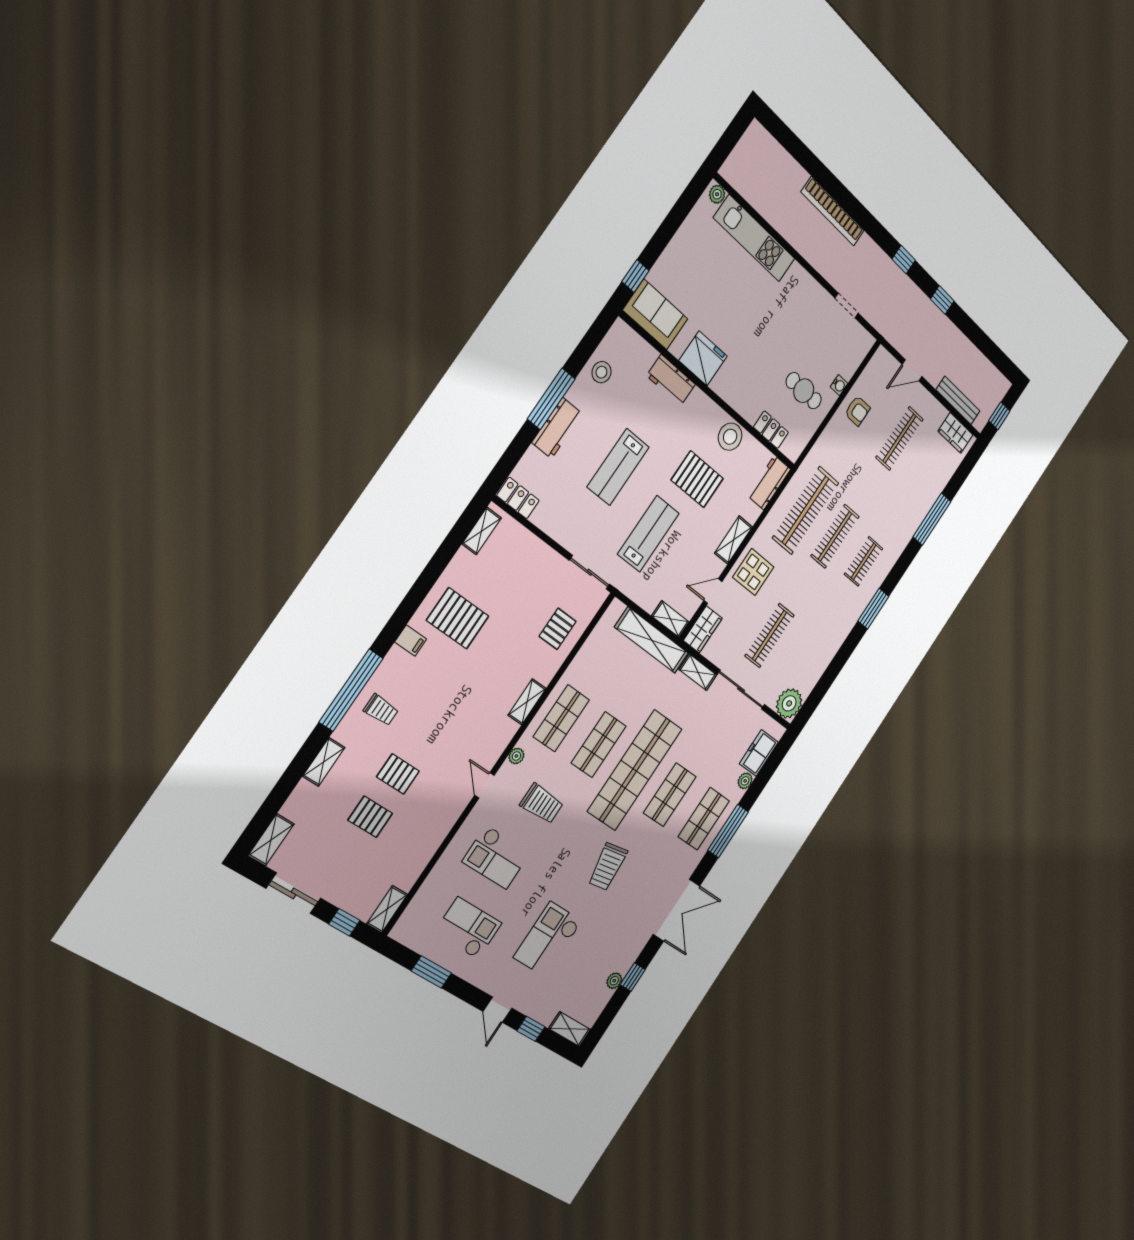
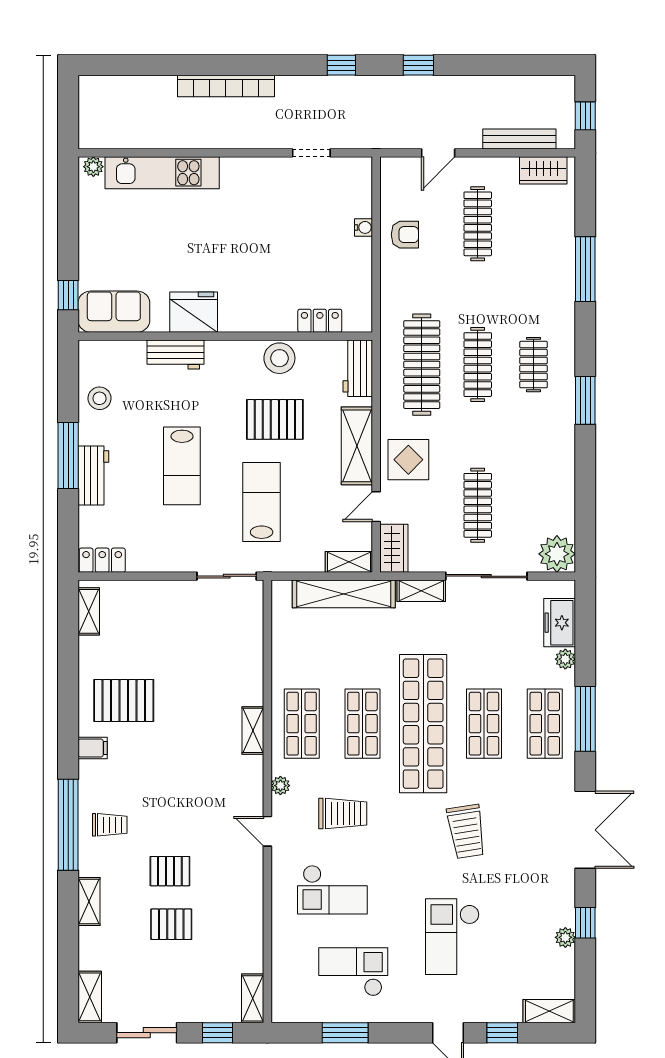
cafe table: (804, 391) -> (327, 261), removed
shelving: (734, 540) -> (357, 446), width x1.50, depth x1.33
pallet: (558, 629) -> (233, 647), removed

